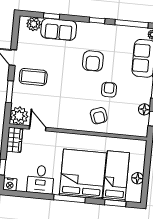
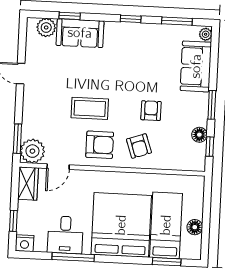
window: (132, 24) -> (177, 21), width x0.69
armchair: (93, 61) -> (100, 145), moved, turned -90
coffee table: (33, 77) -> (90, 108), moved
window: (10, 92) -> (17, 139), moved
door: (38, 128) -> (58, 167), swing flipped
window: (69, 199) -> (73, 257), moved

